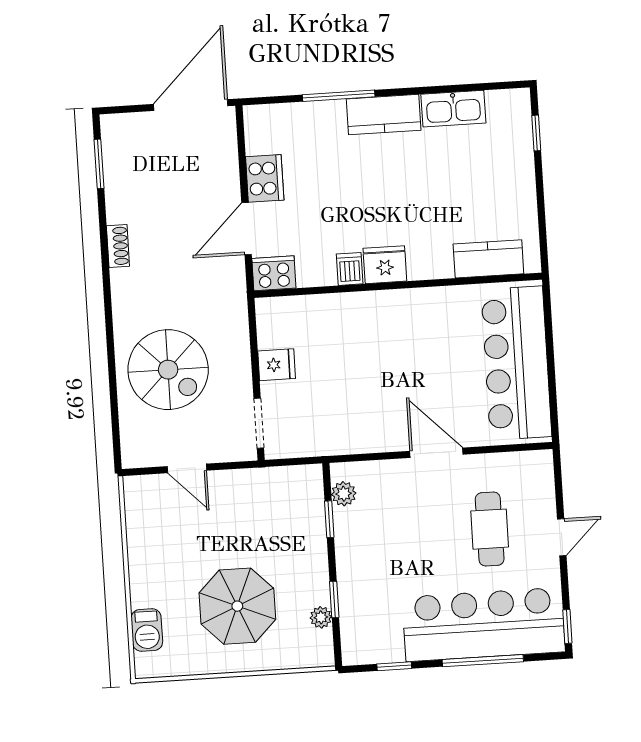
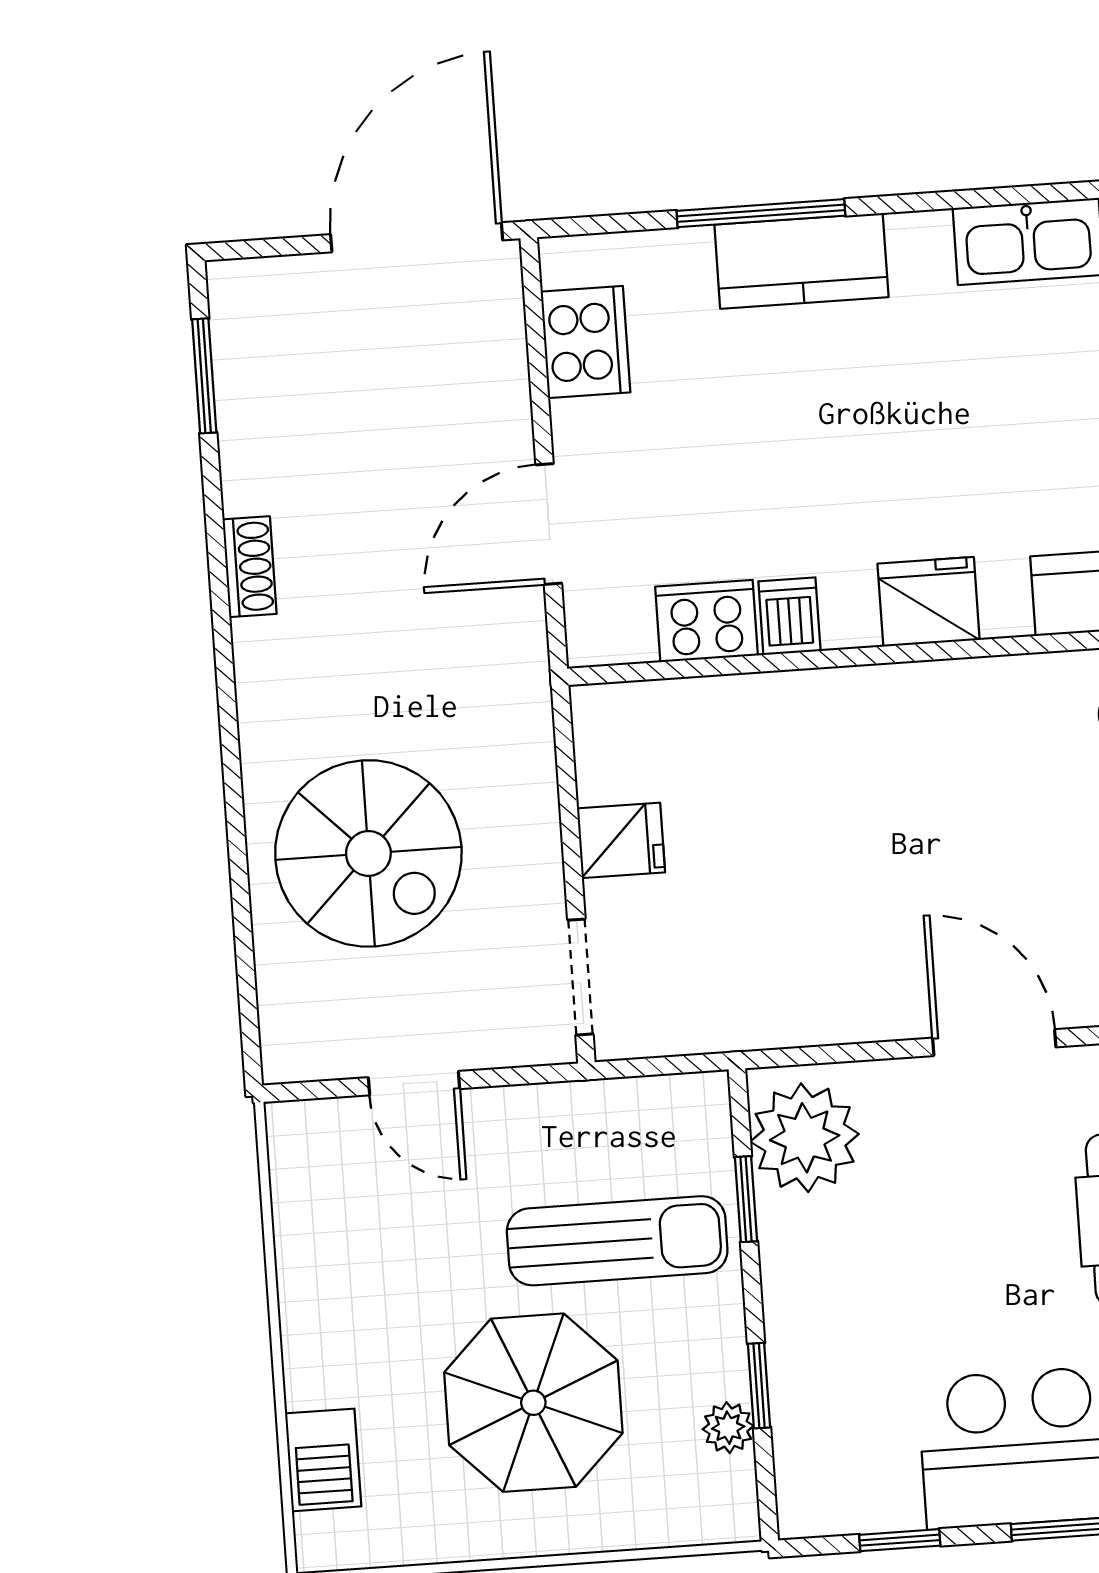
kitchen counter: (384, 115) -> (801, 261), moved
cooker: (265, 178) -> (586, 342), moved
fridge: (385, 265) -> (929, 602), moved
cooker: (274, 273) -> (707, 621), moved
plant: (344, 494) -> (805, 1138), width x1.88, depth x1.88
sun lounger: (274, 537) -> (617, 1241), added

